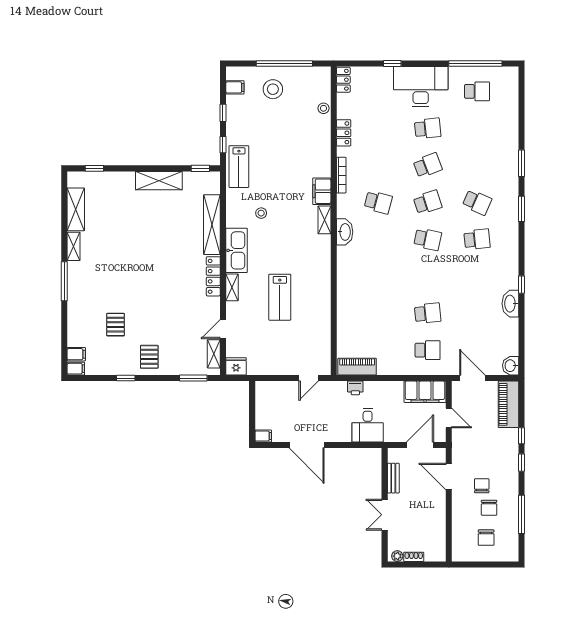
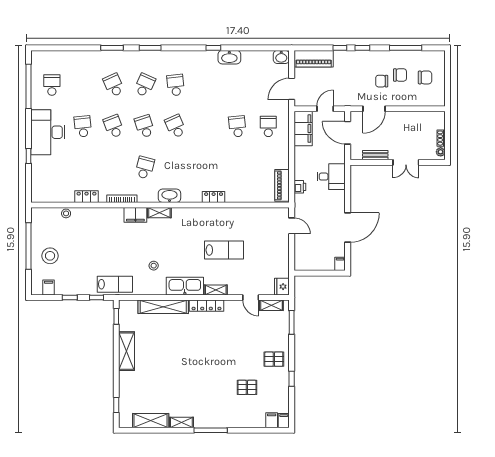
locker: (343, 80) -> (214, 197), moved
school desk: (477, 165) -> (114, 85), added
school desk: (428, 239) -> (176, 126), turned -36

